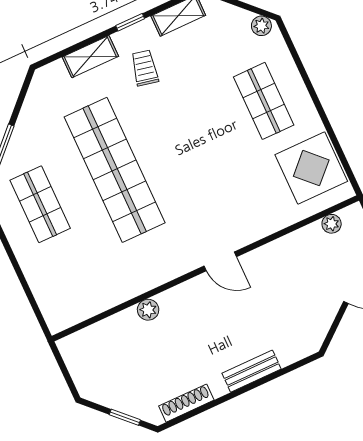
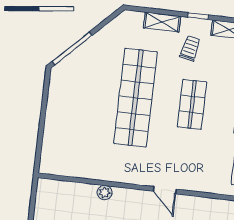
shop shelf: (40, 204) -> (192, 104), moved

